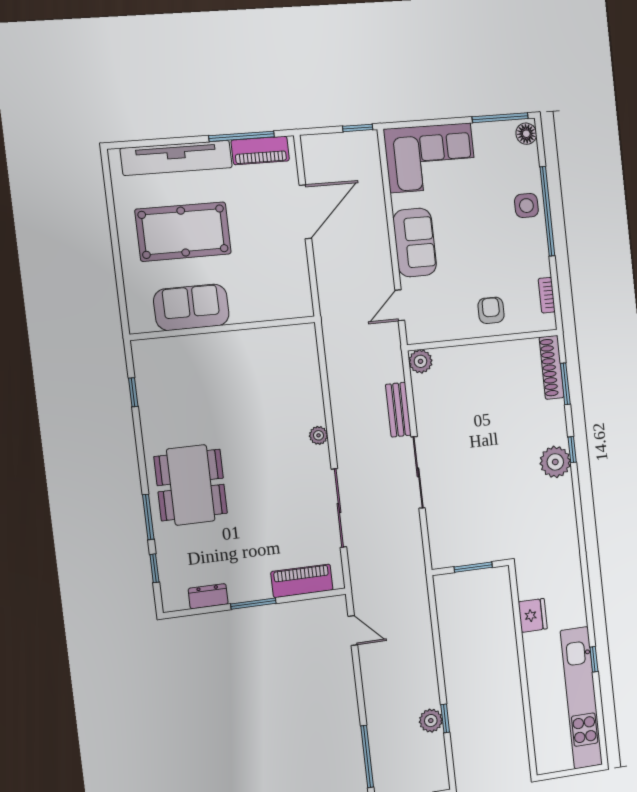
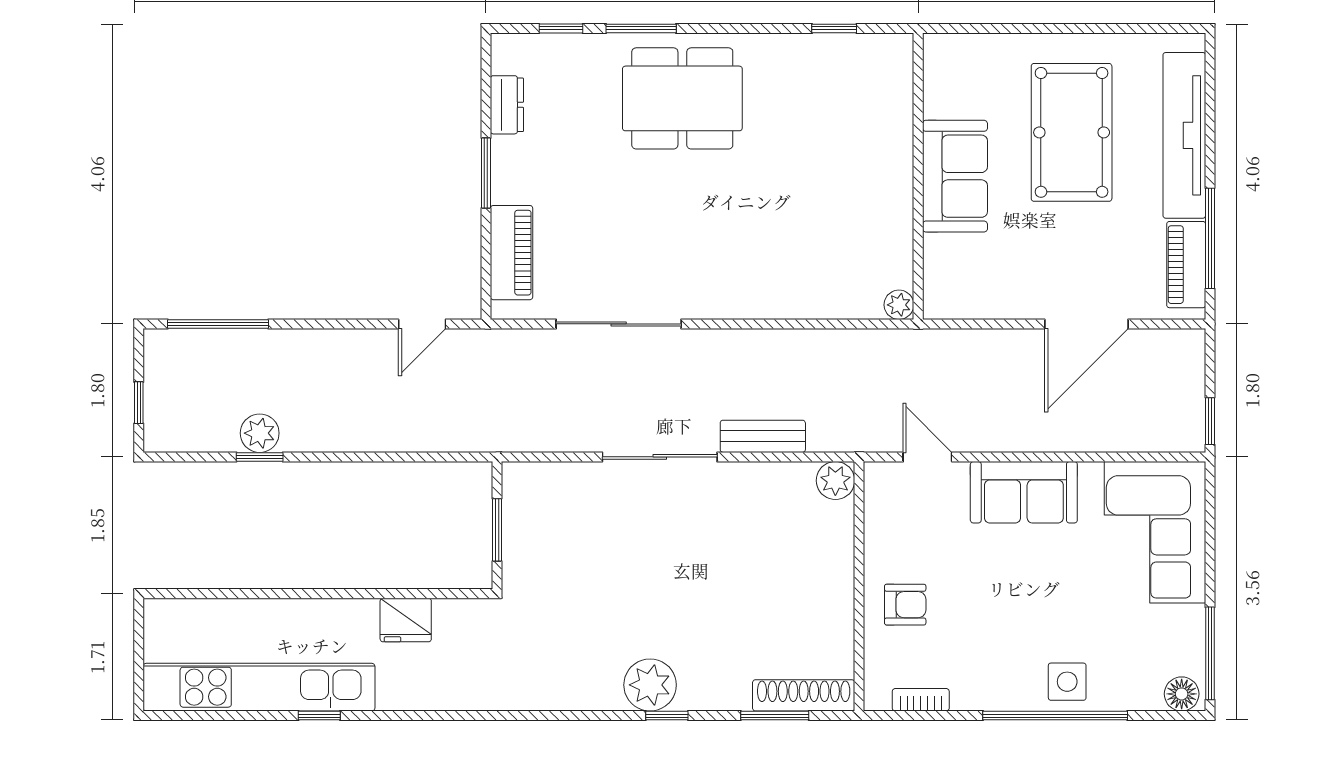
door: (305, 212) -> (1086, 324), hinge flipped
sofa: (191, 307) -> (955, 176), moved
plant: (318, 435) -> (899, 305), moved

